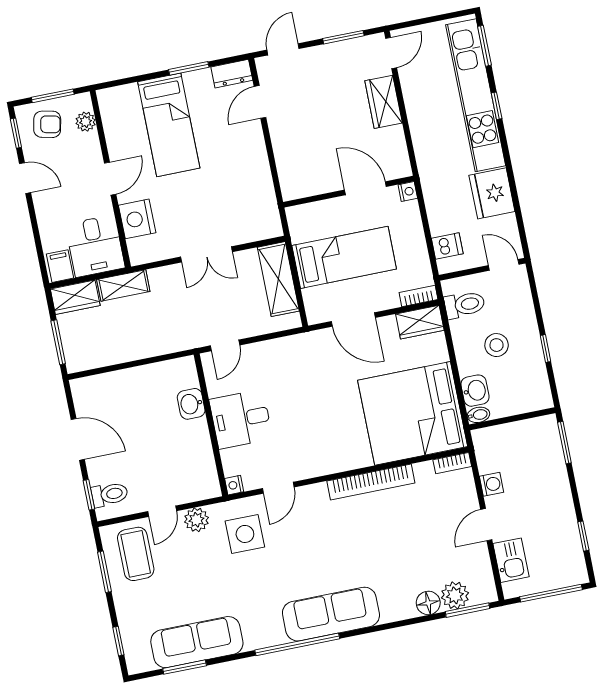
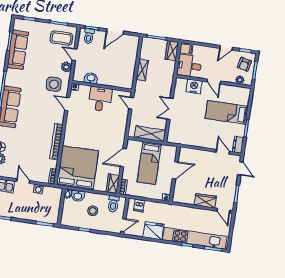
door: (365, 188) -> (175, 170), moved
shelving: (123, 285) -> (142, 70), moved
washbasin: (191, 404) -> (91, 78), moved

